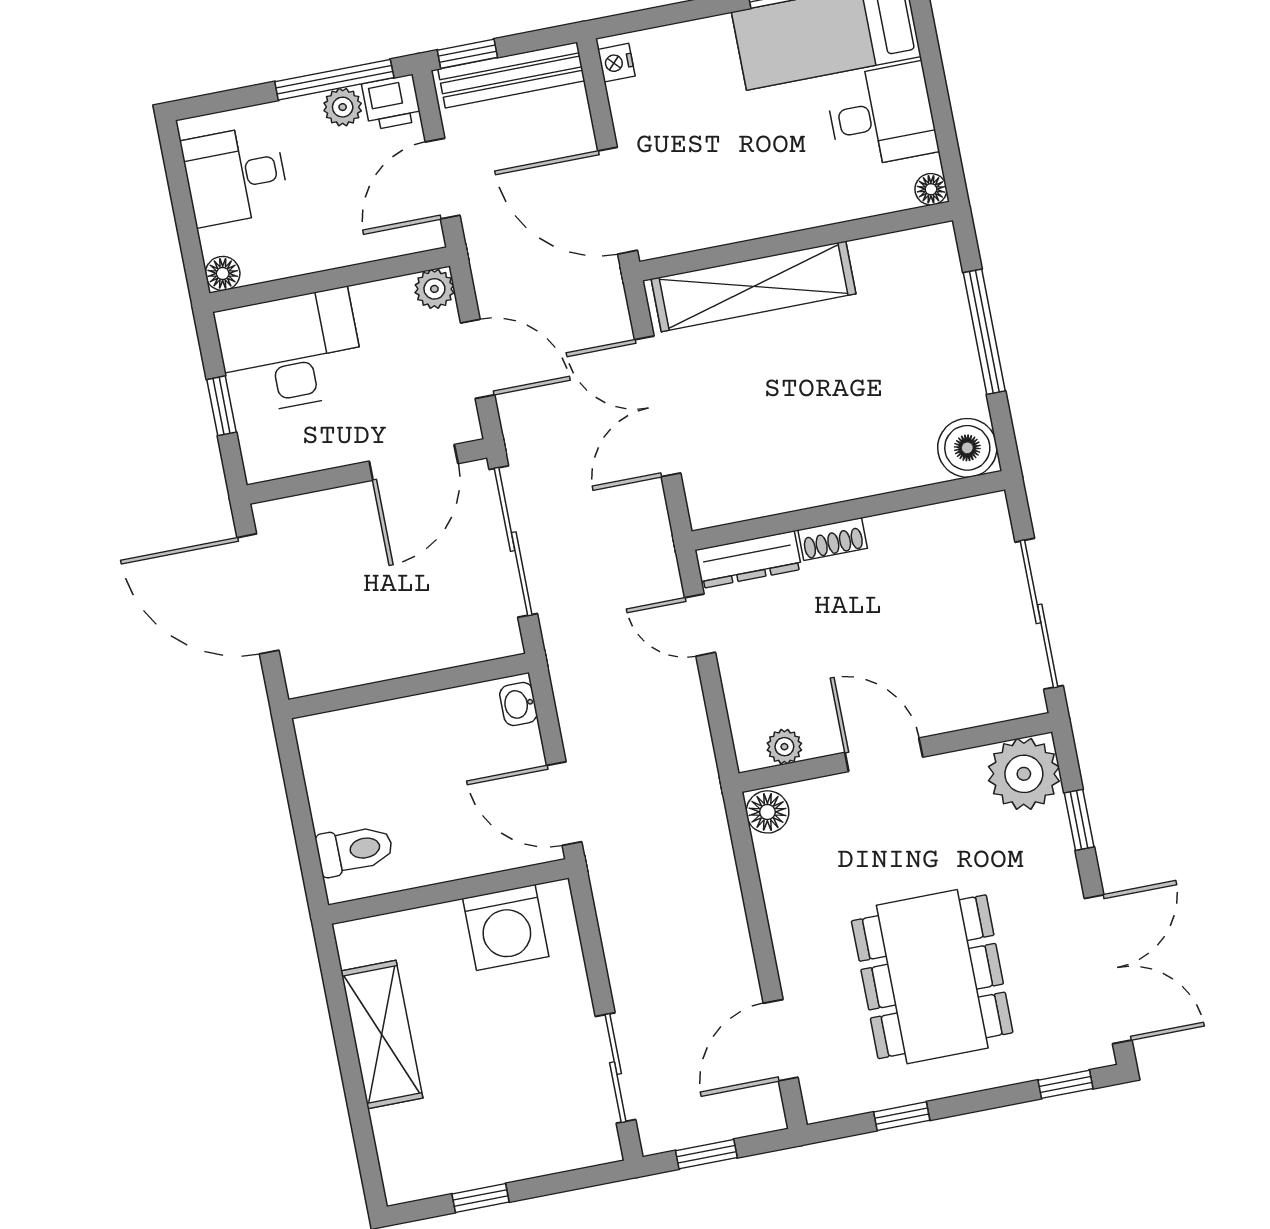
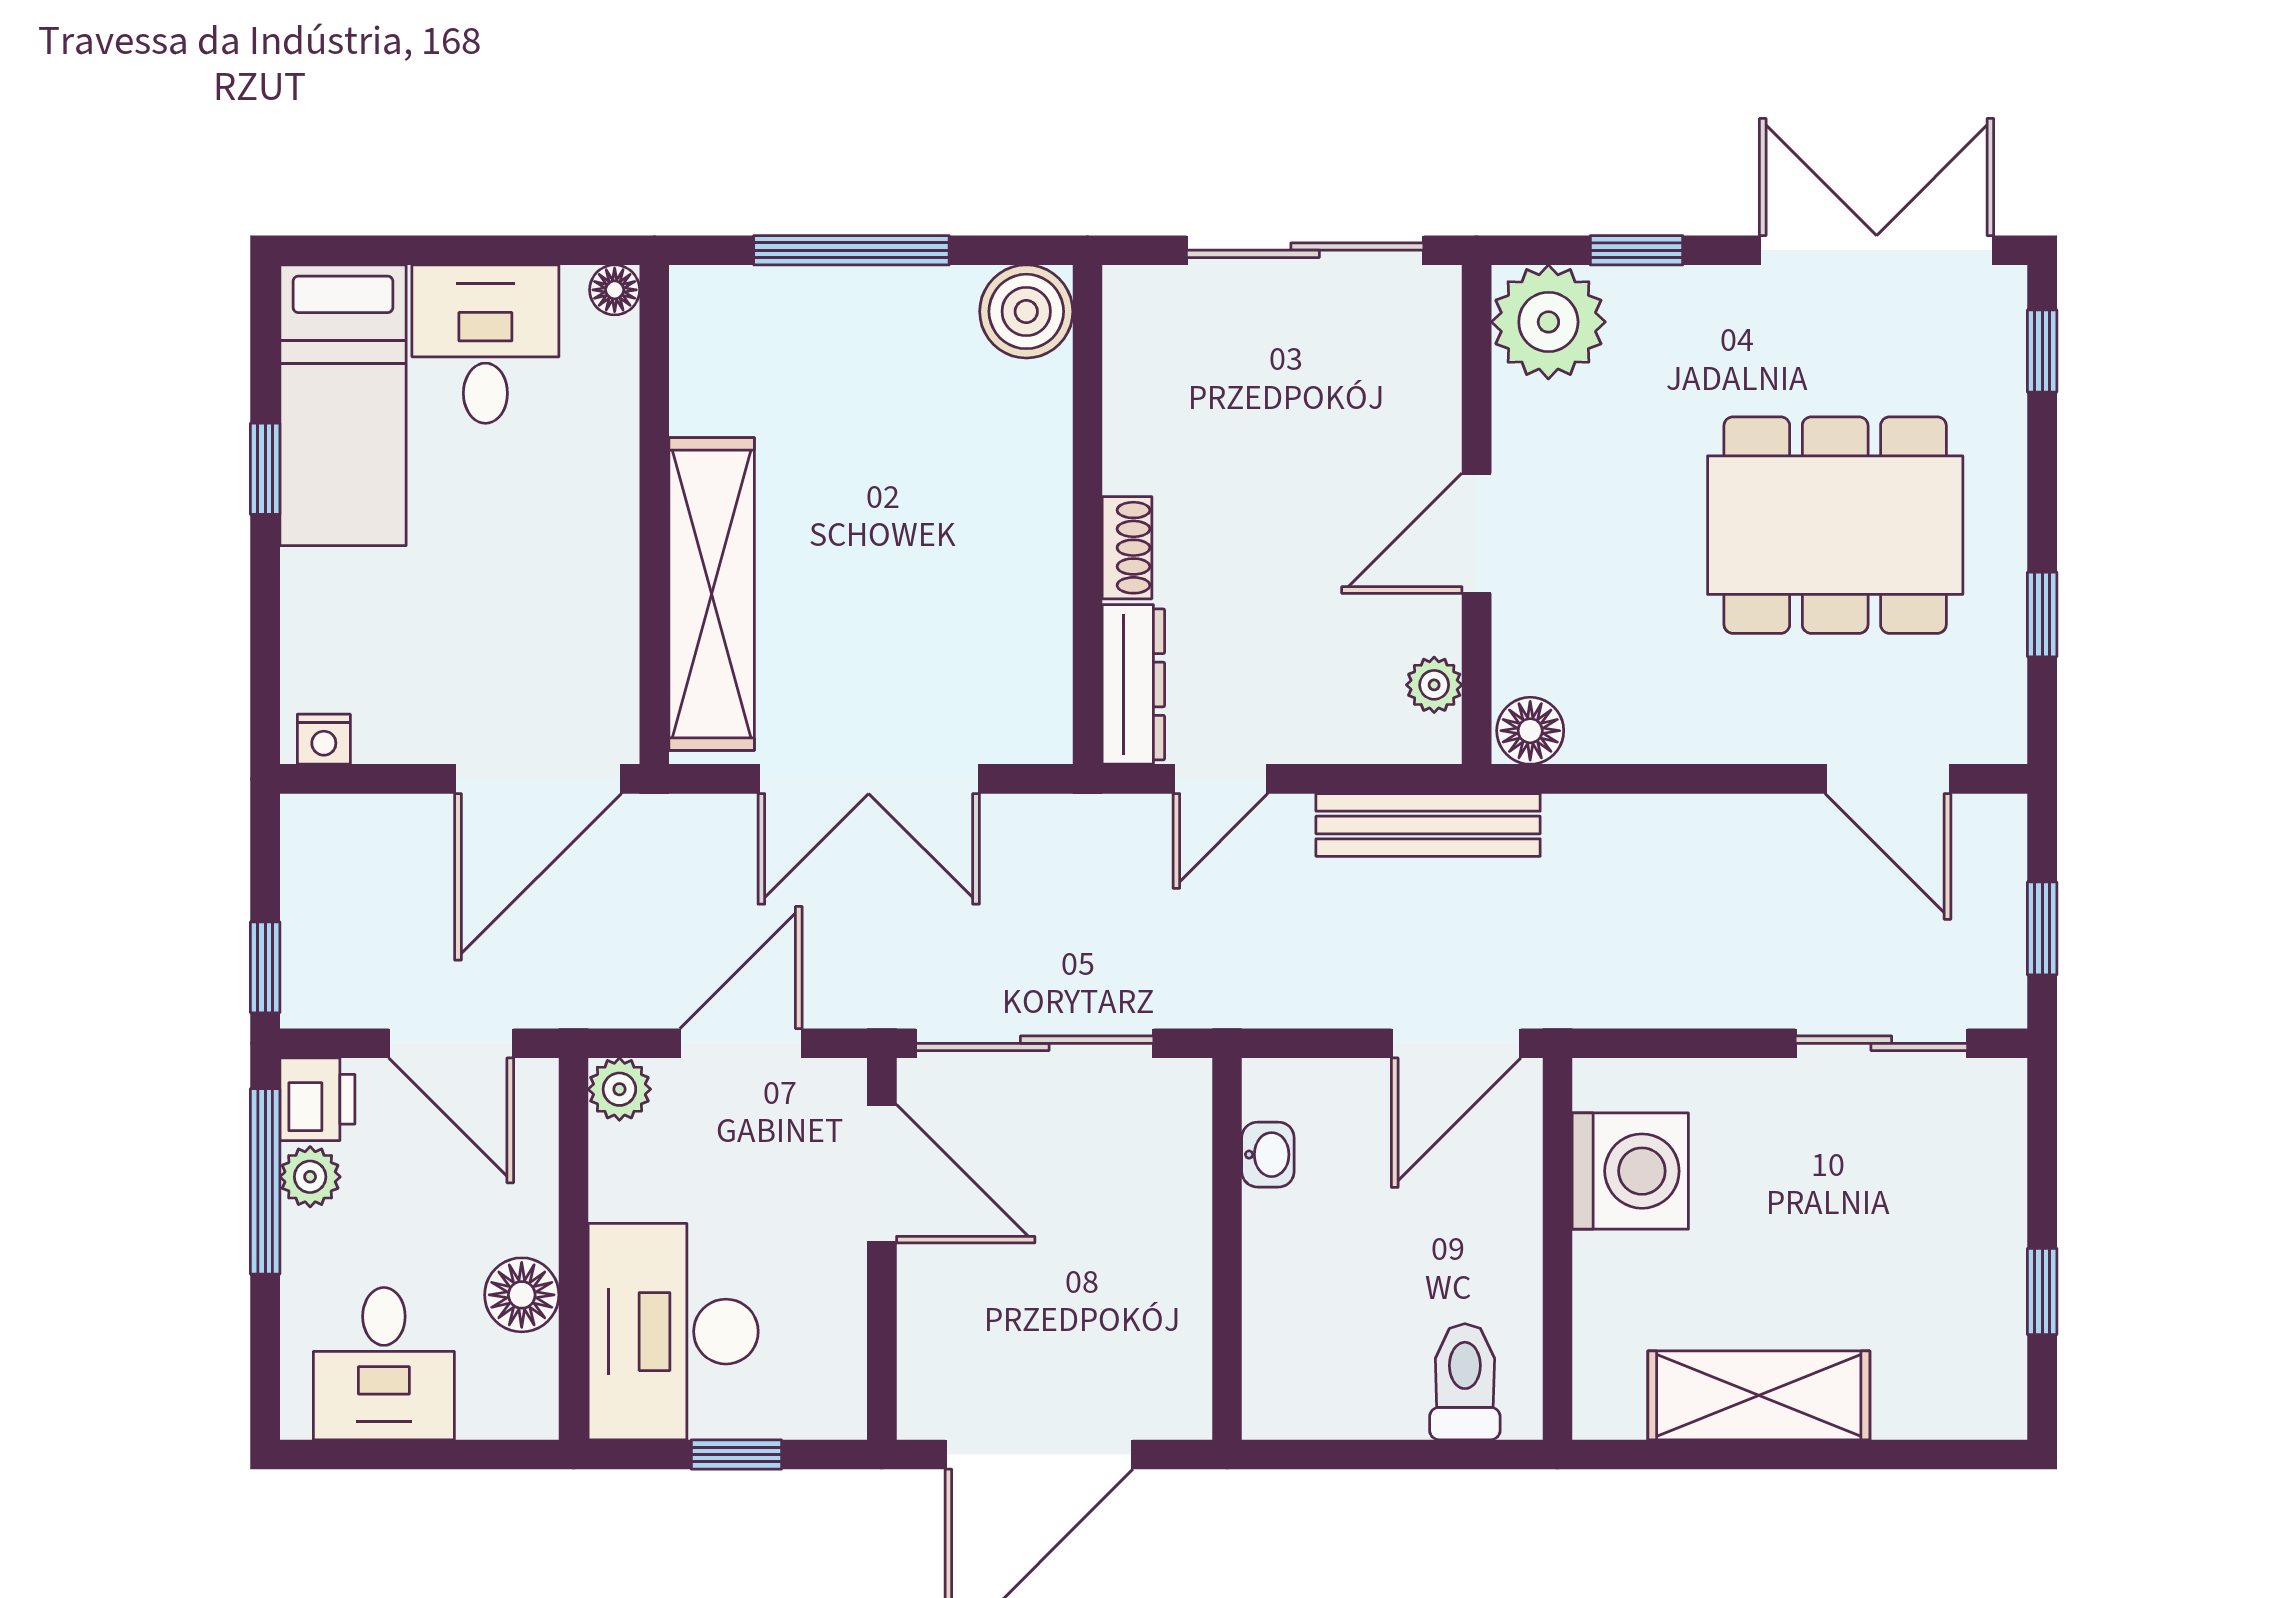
bench: (511, 75) -> (1428, 825), moved, turned 90
floor lamp: (223, 273) -> (522, 1295), moved, width x1.37, depth x1.37
washbasin: (518, 704) -> (1268, 1155), moved, turned -90

